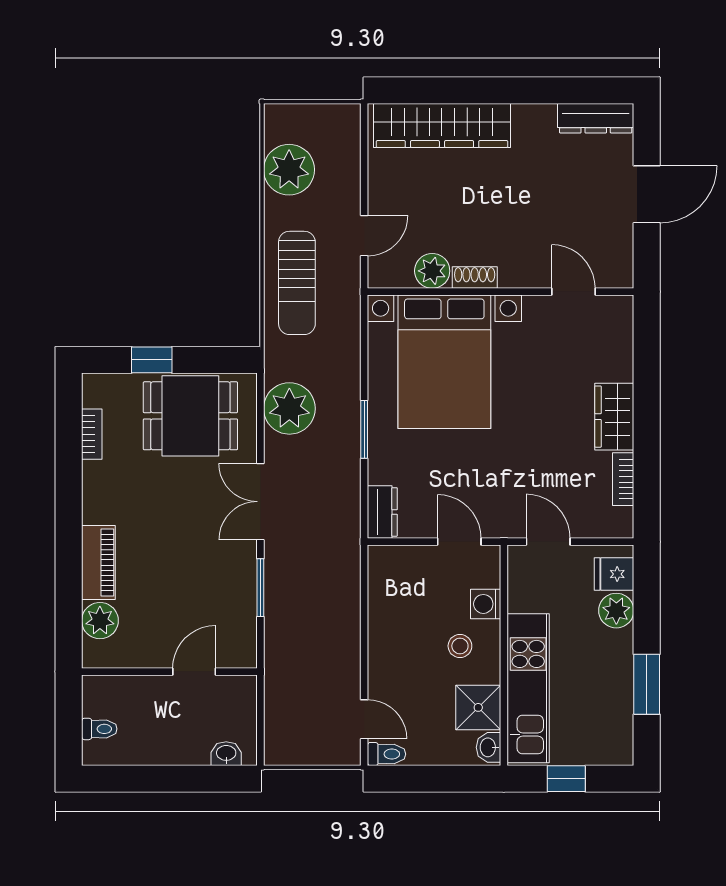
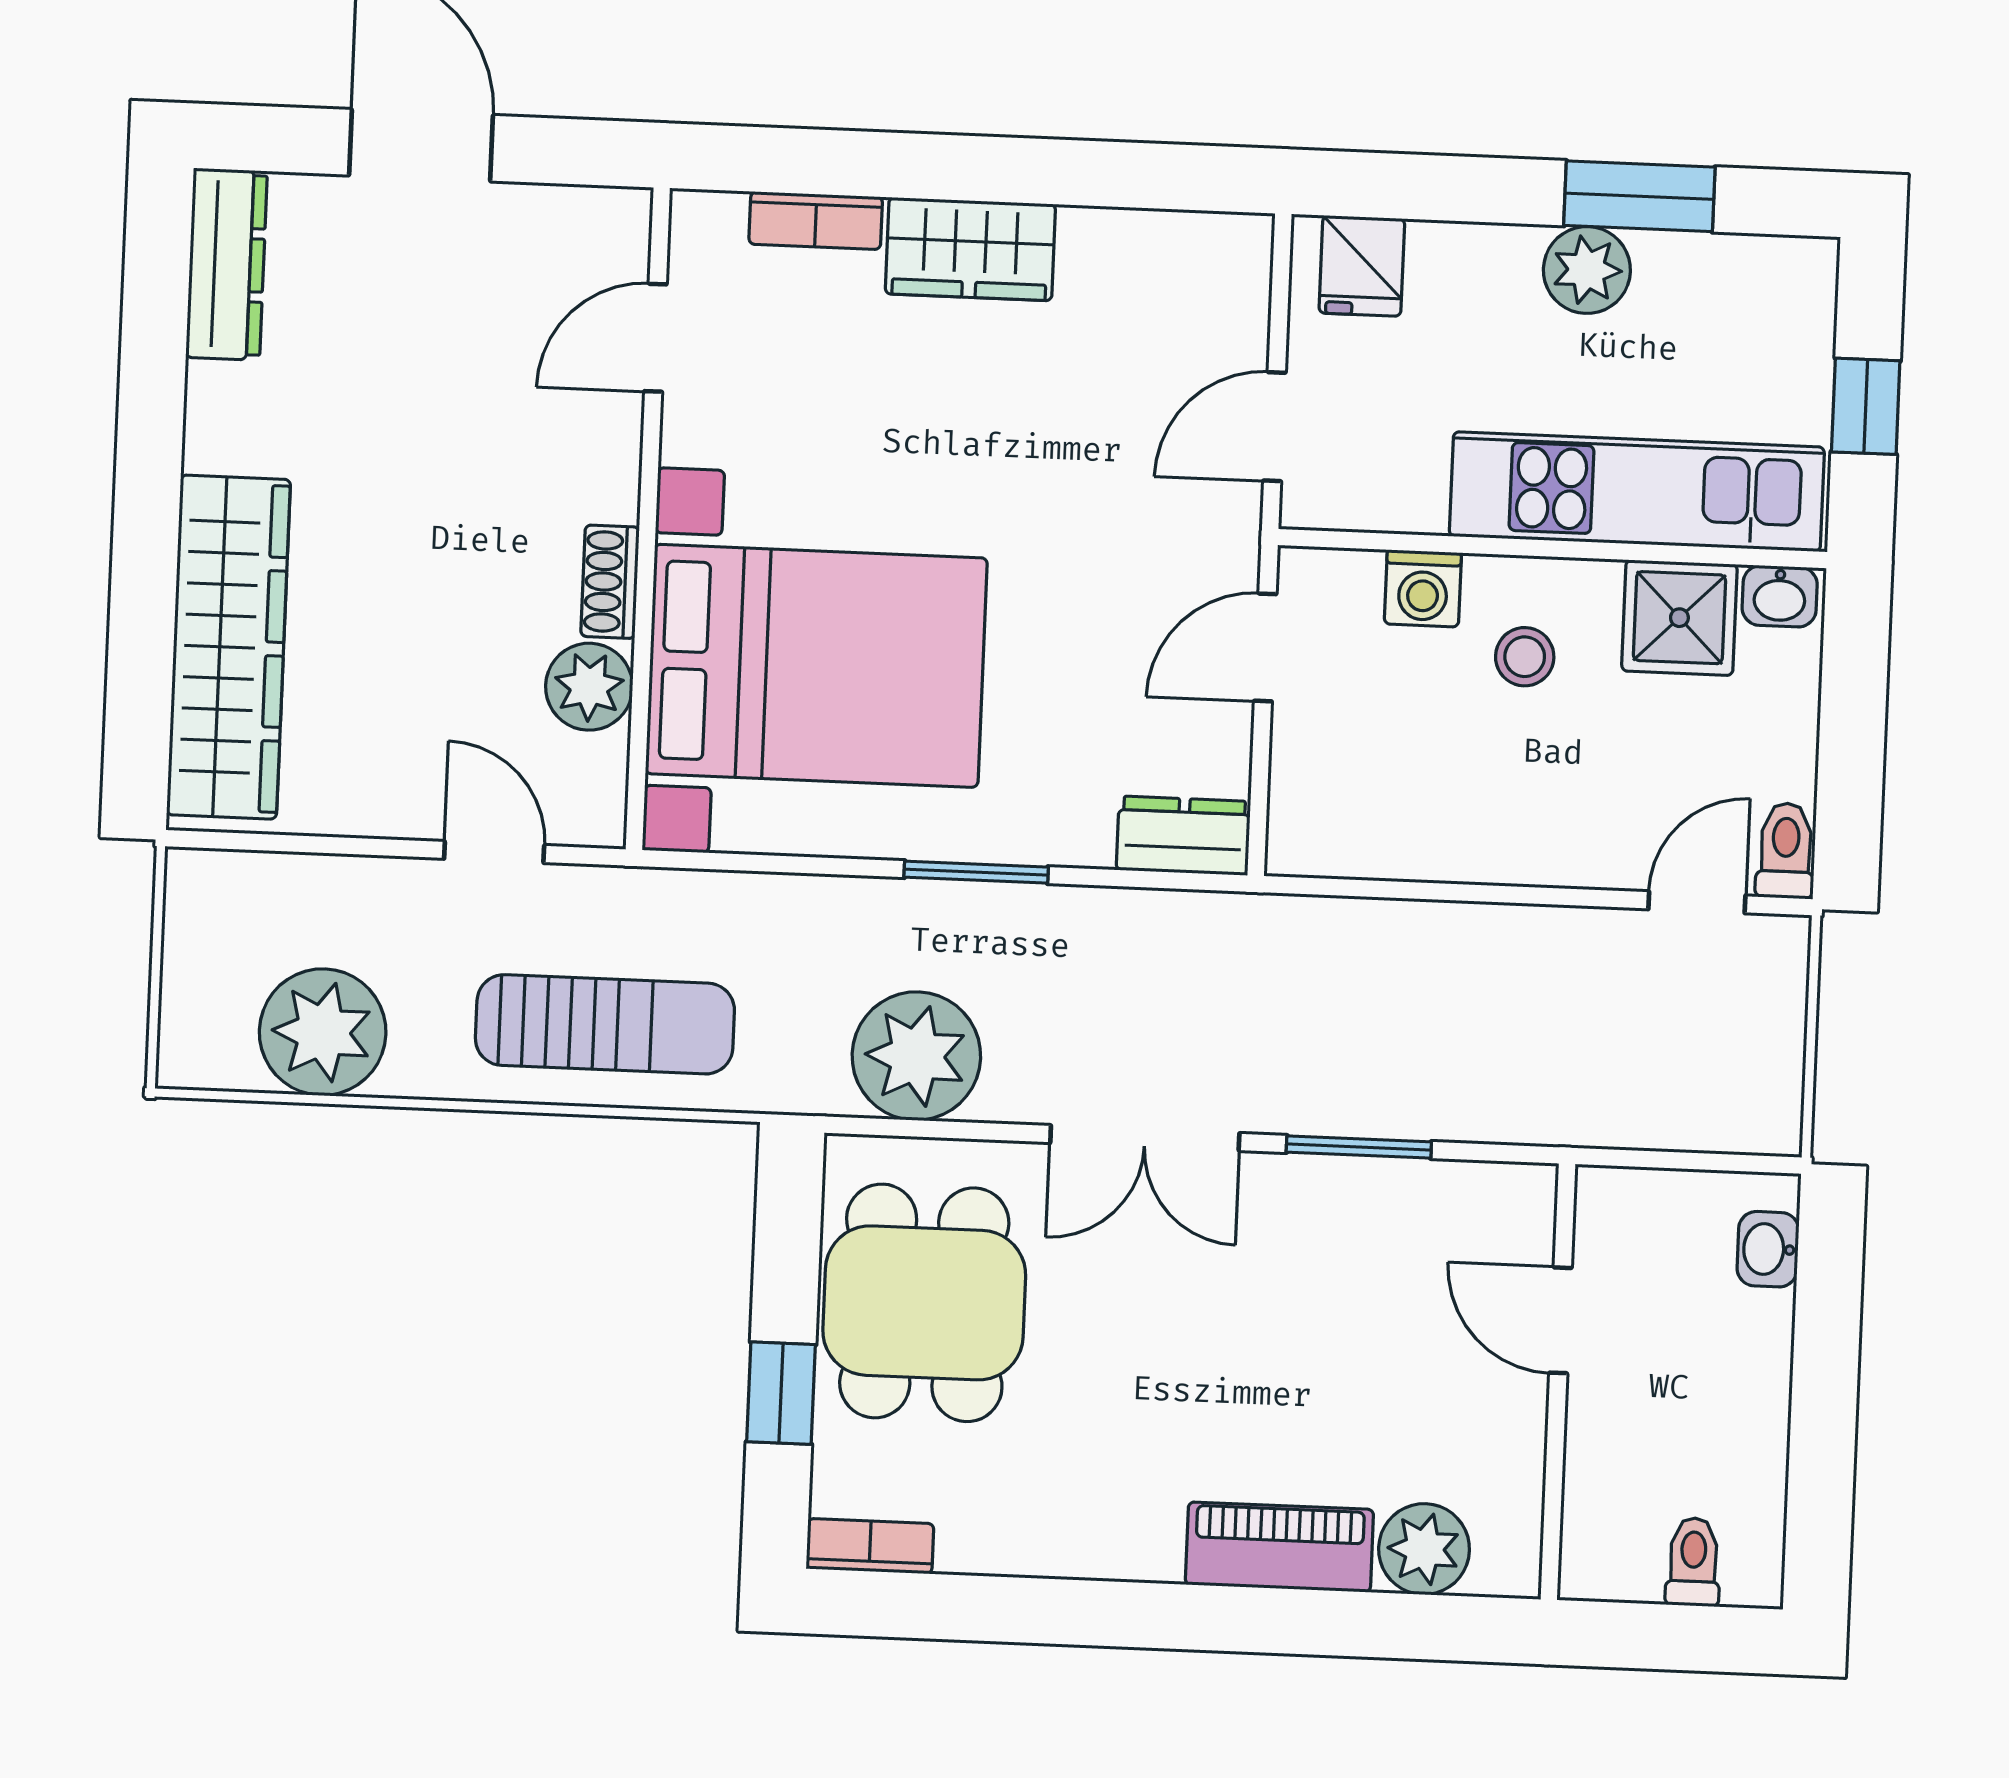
bookcase: (92, 434) -> (870, 1546), moved
bookcase: (623, 479) -> (816, 221), moved
plant: (616, 611) -> (1587, 270), moved

